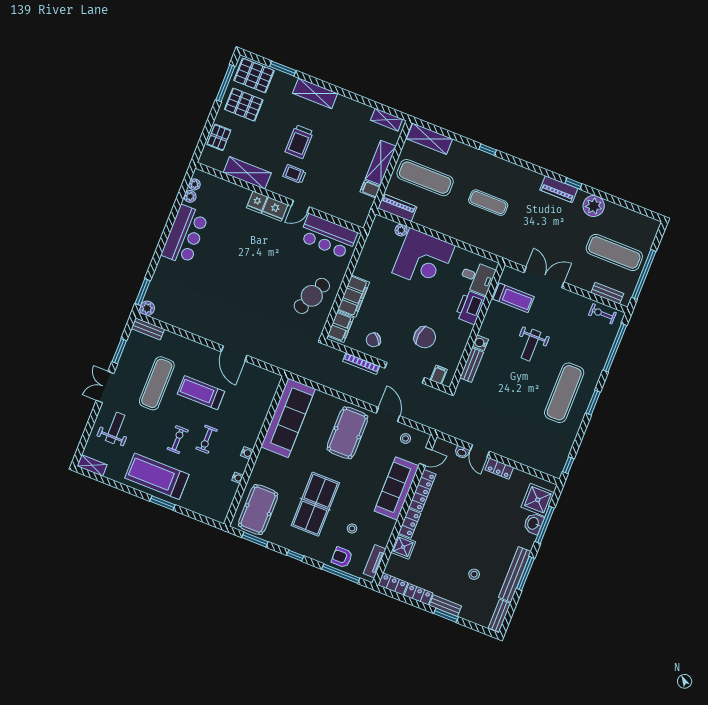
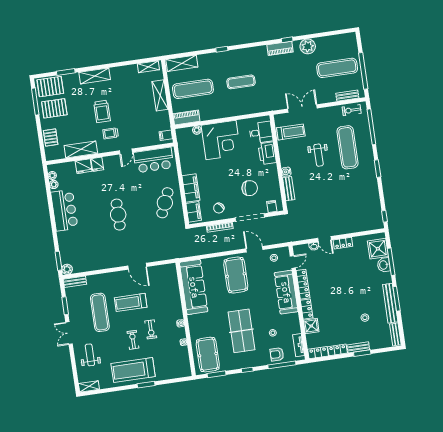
filing cabinet: (370, 189) -> (166, 135), moved
fridge: (275, 209) -> (84, 166), moved
cafe table: (247, 278) -> (118, 215), added
exercise mat: (564, 393) -> (347, 147), moved

